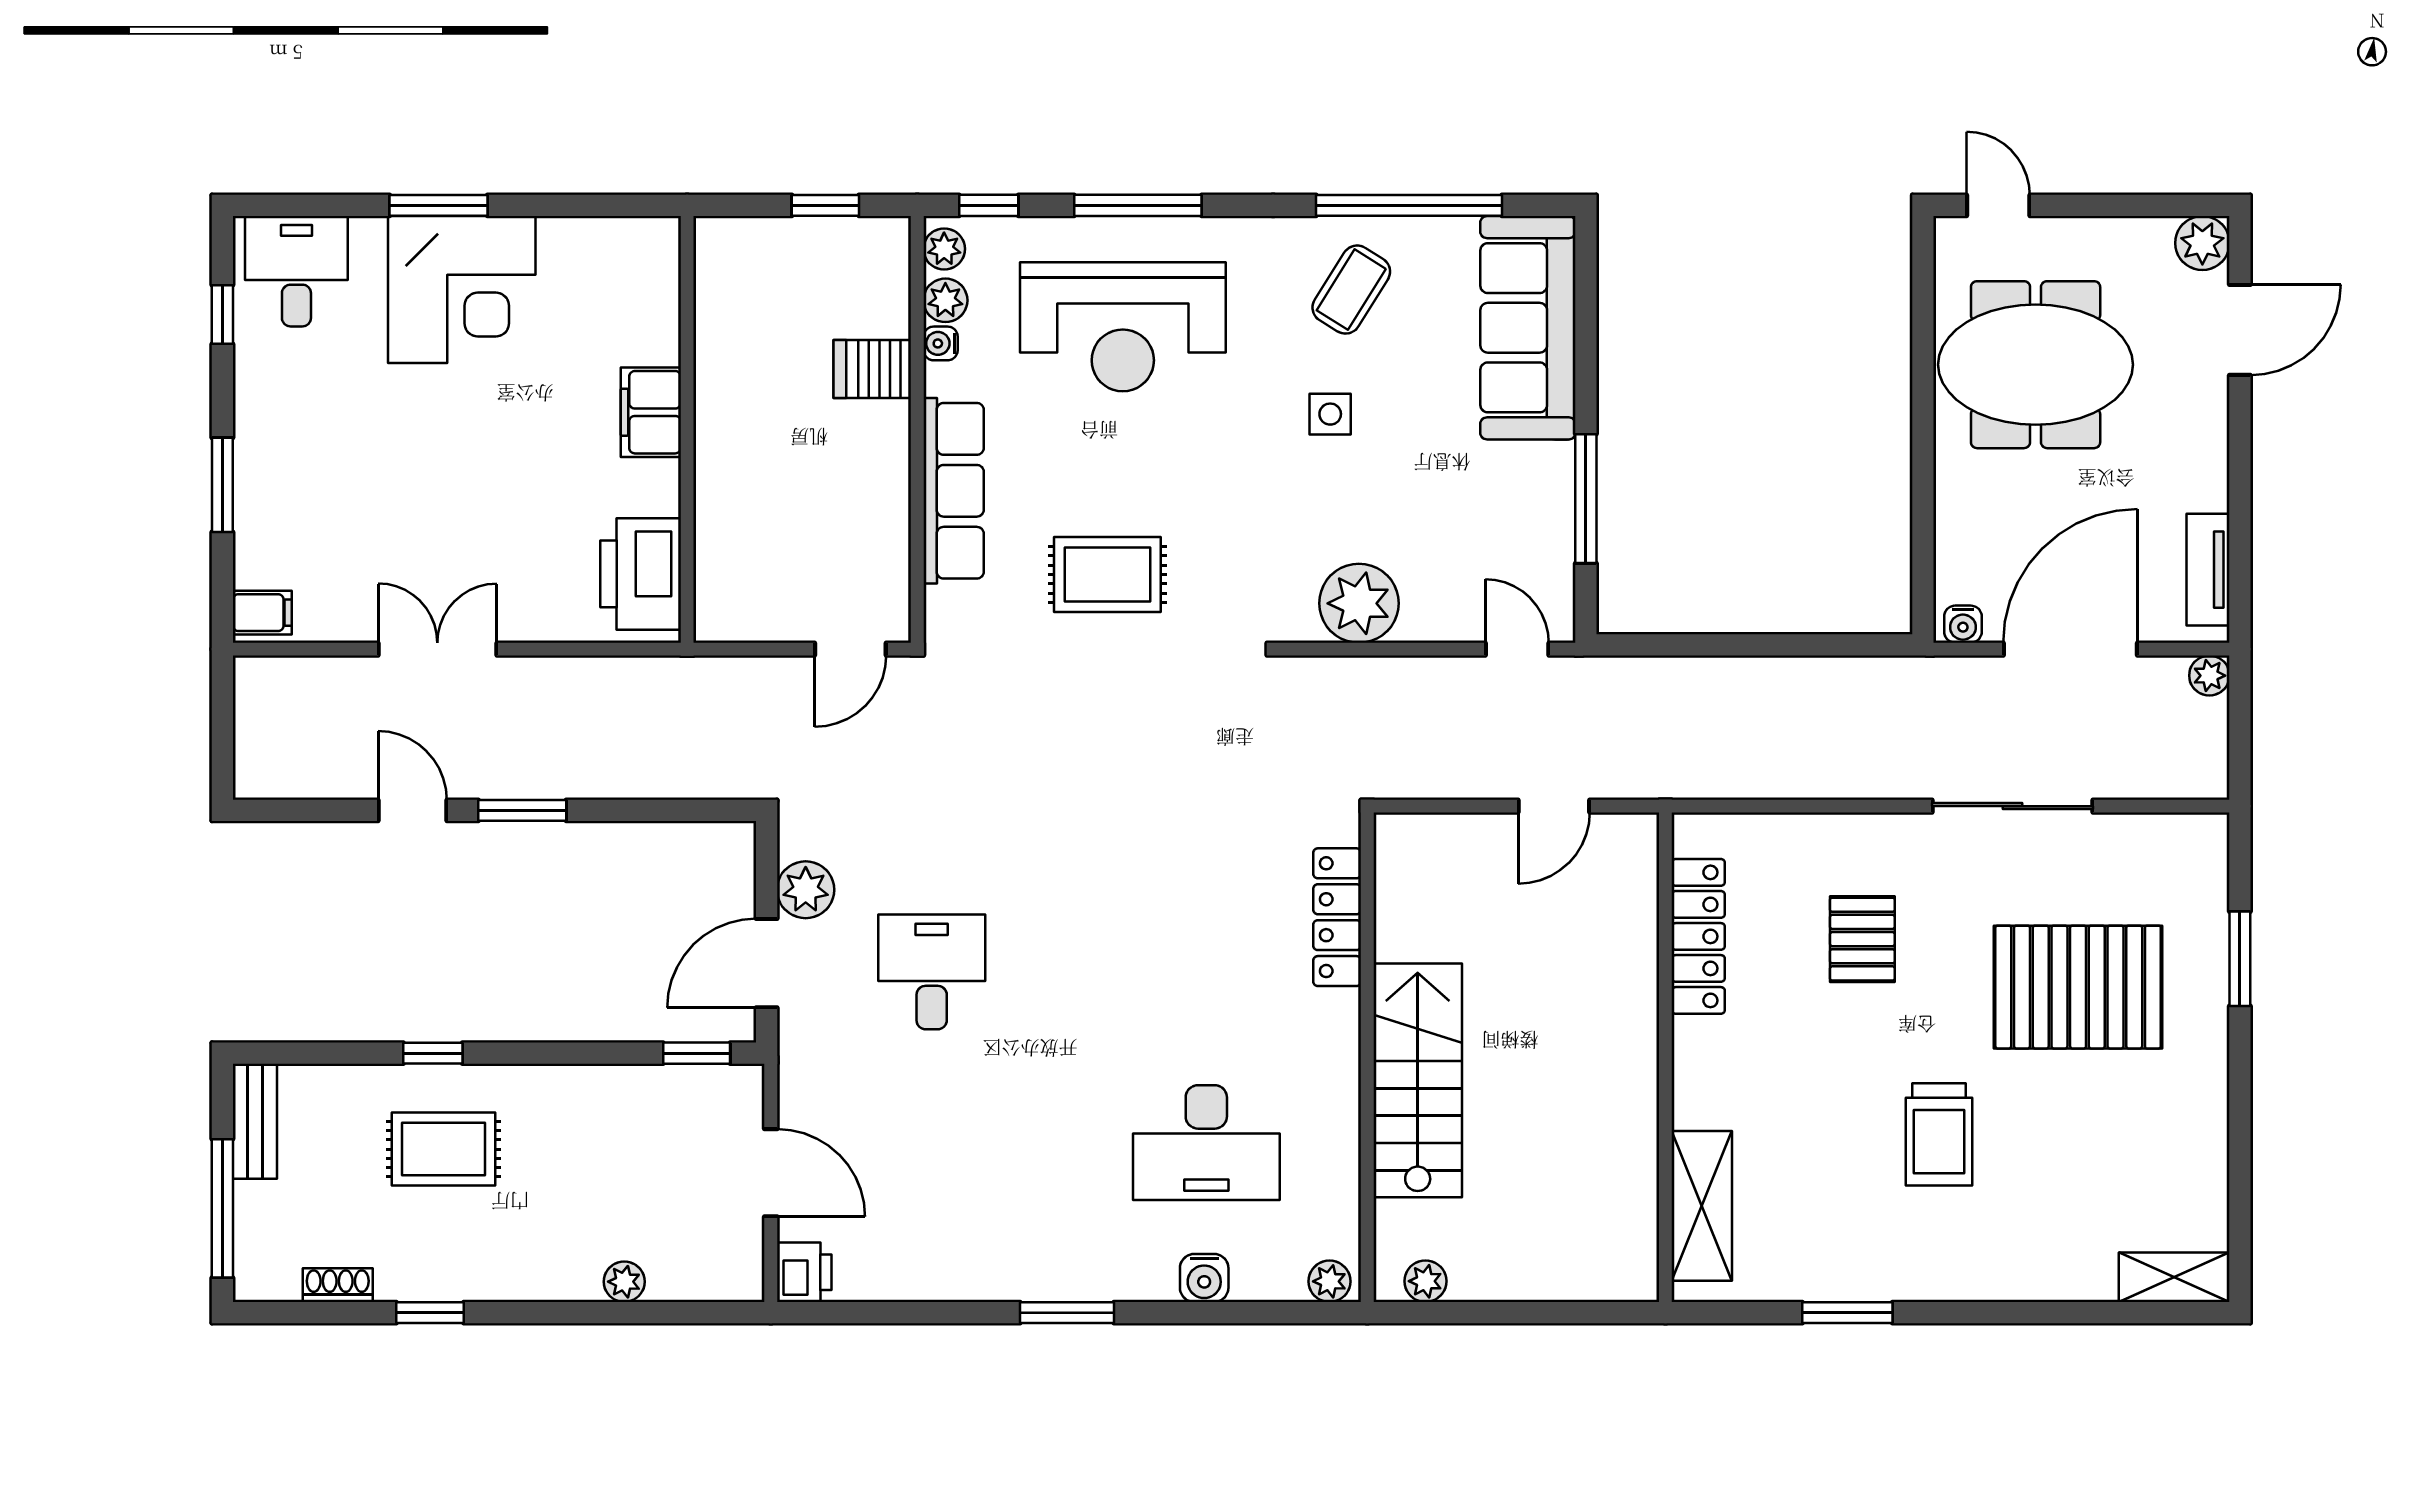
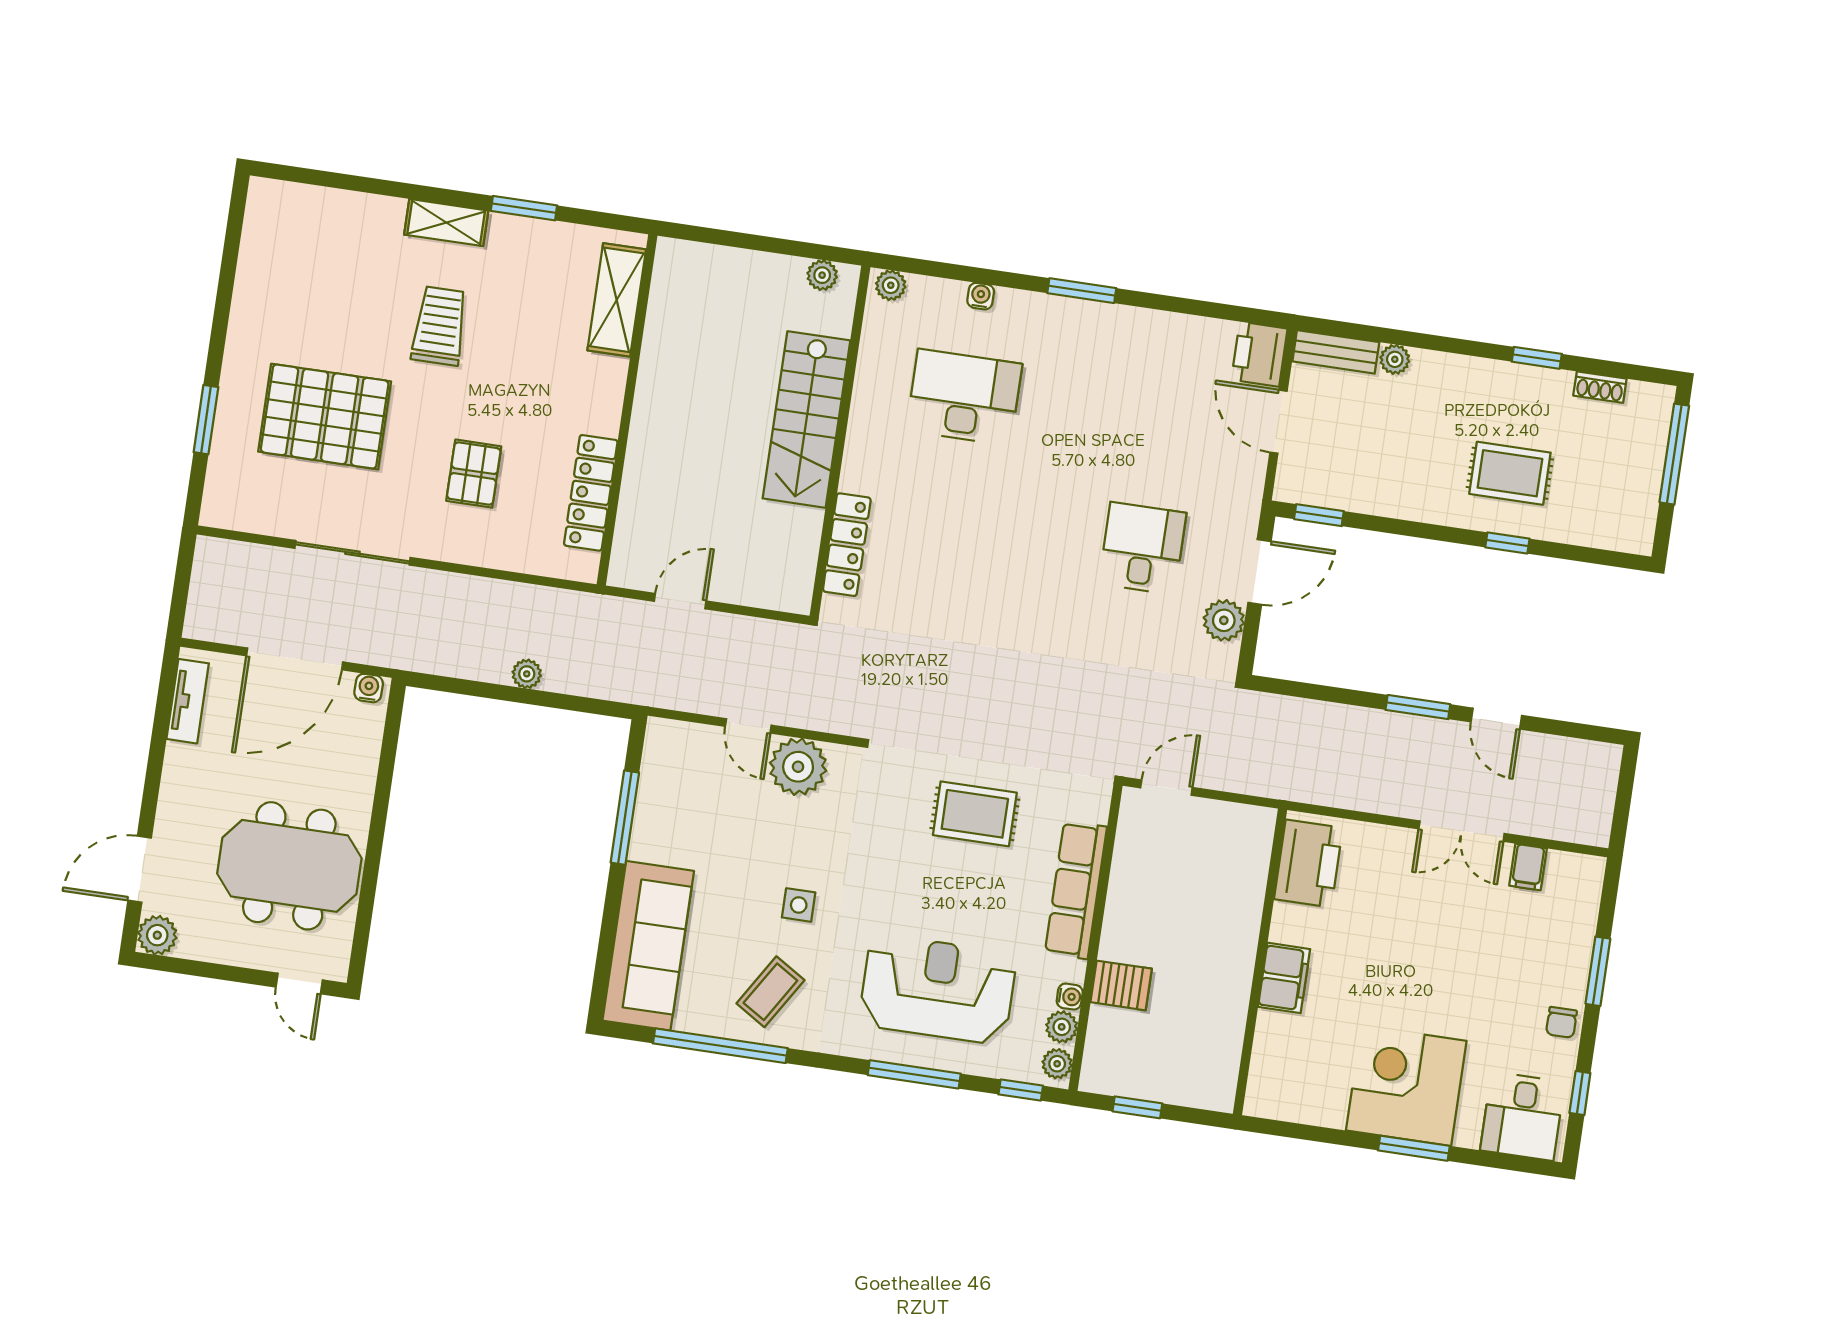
chair: (262, 408) -> (1561, 1022), added
filing cabinet: (262, 613) -> (1528, 867), moved, turned -90
door: (1517, 649) -> (748, 726), moved
plant: (2209, 676) -> (527, 674), moved
desk: (932, 972) -> (1142, 548), turned 180
bench: (255, 1121) -> (1336, 352), moved, turned 90
printer: (804, 1272) -> (1259, 354), width x1.36, depth x1.24
shelving: (2174, 1277) -> (446, 223), moved
water cooler: (1204, 1278) -> (981, 296), width x0.72, depth x0.72

